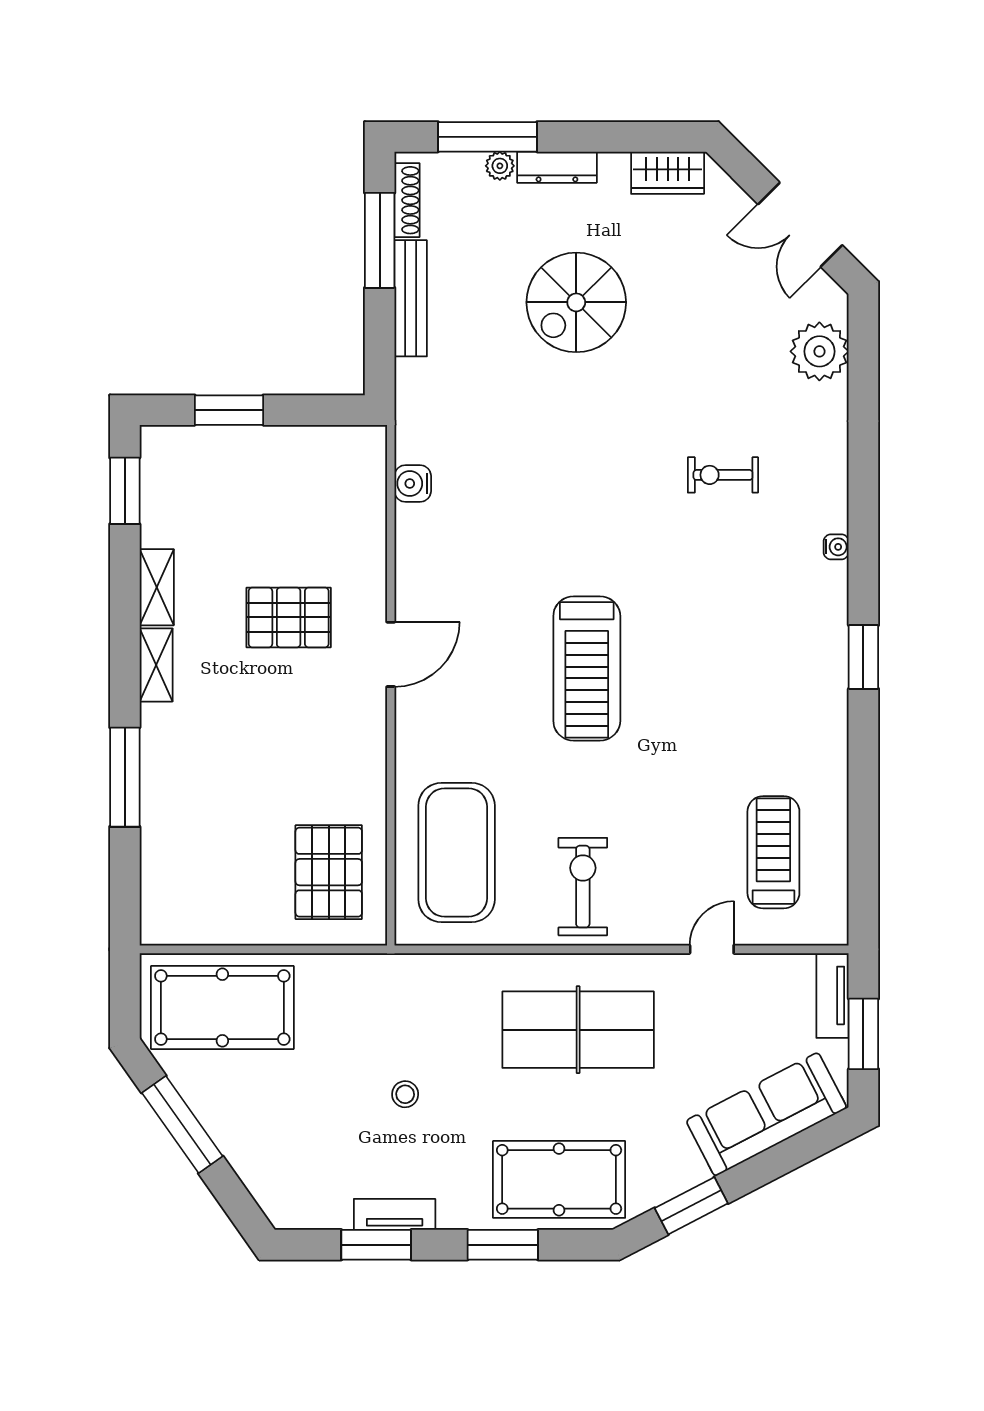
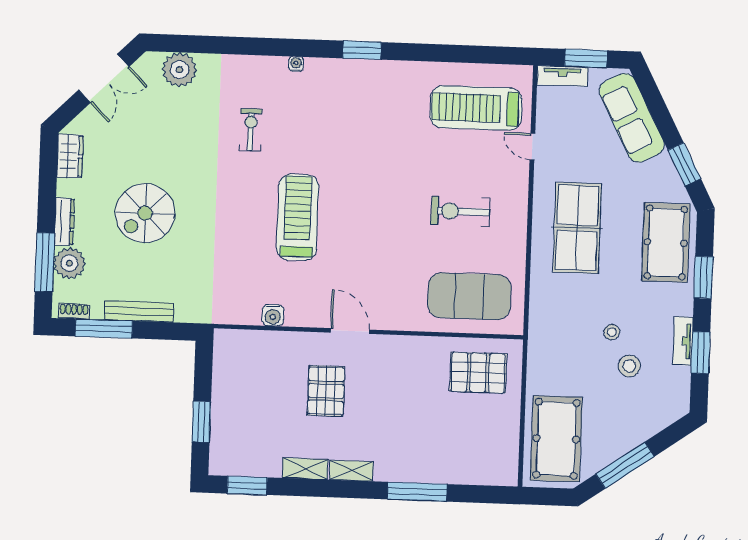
plant: (500, 166) -> (69, 263), width x1.88, depth x1.88
shoe rack: (407, 200) -> (74, 311), width x0.70
spiral stairs: (576, 302) -> (145, 213), turned 90
exercise bike: (723, 475) -> (251, 130), turned 180
water cooler: (413, 484) -> (273, 315), moved
treadmill: (587, 668) -> (298, 217), moved, turned -90
treadmill: (773, 852) -> (476, 108), width x1.37, depth x1.38
exercise bike: (583, 887) -> (460, 211), moved
stool: (349, 1126) -> (629, 366), added

